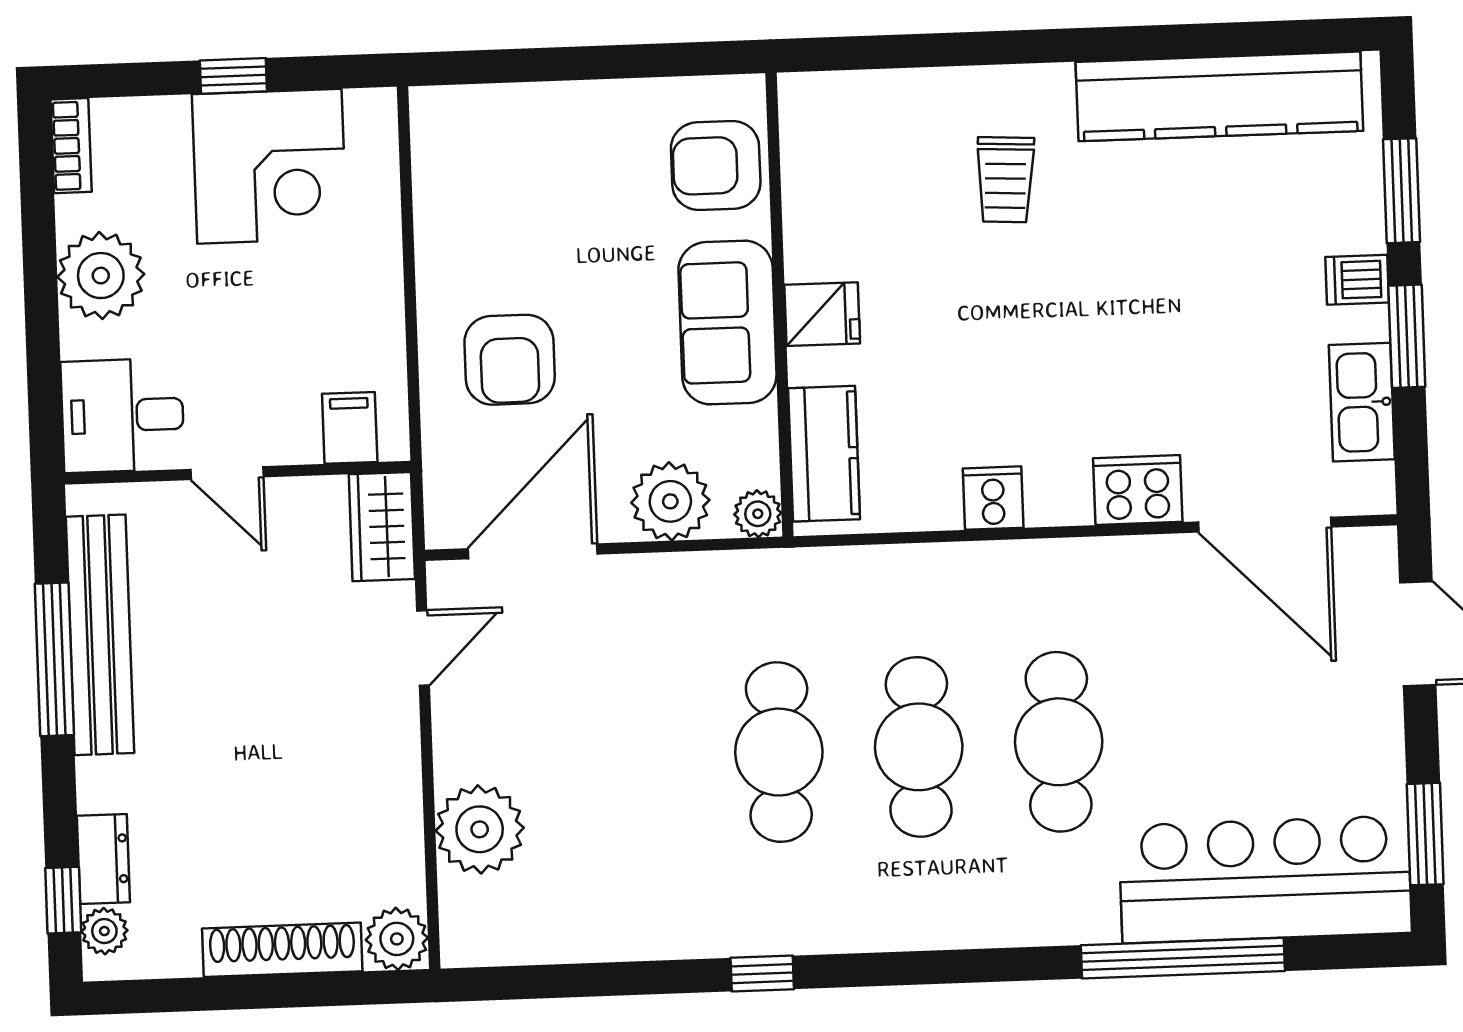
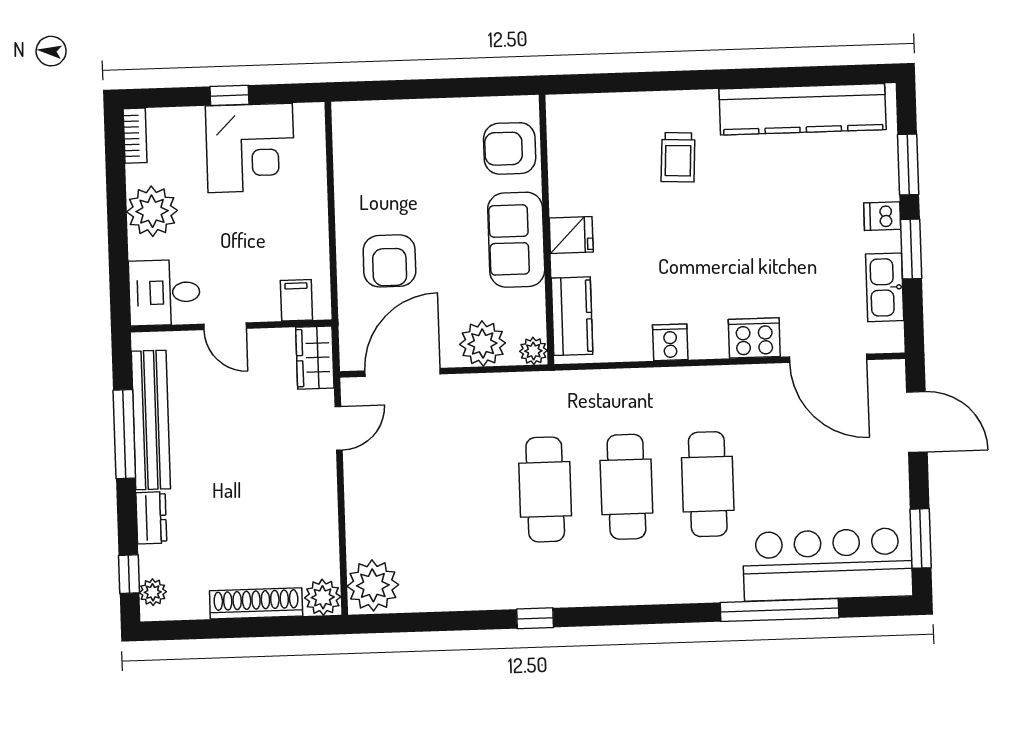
plant: (480, 829) -> (373, 585), moved
dresser: (103, 859) -> (151, 518), moved

